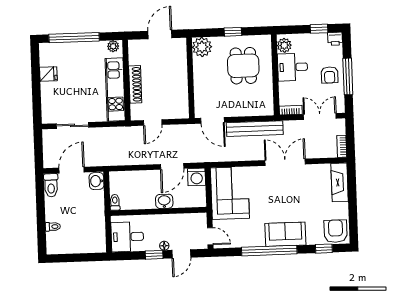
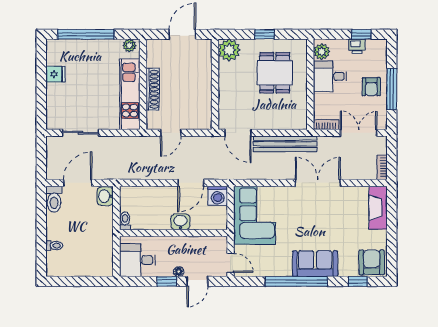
printer: (335, 39) -> (357, 46), moved

